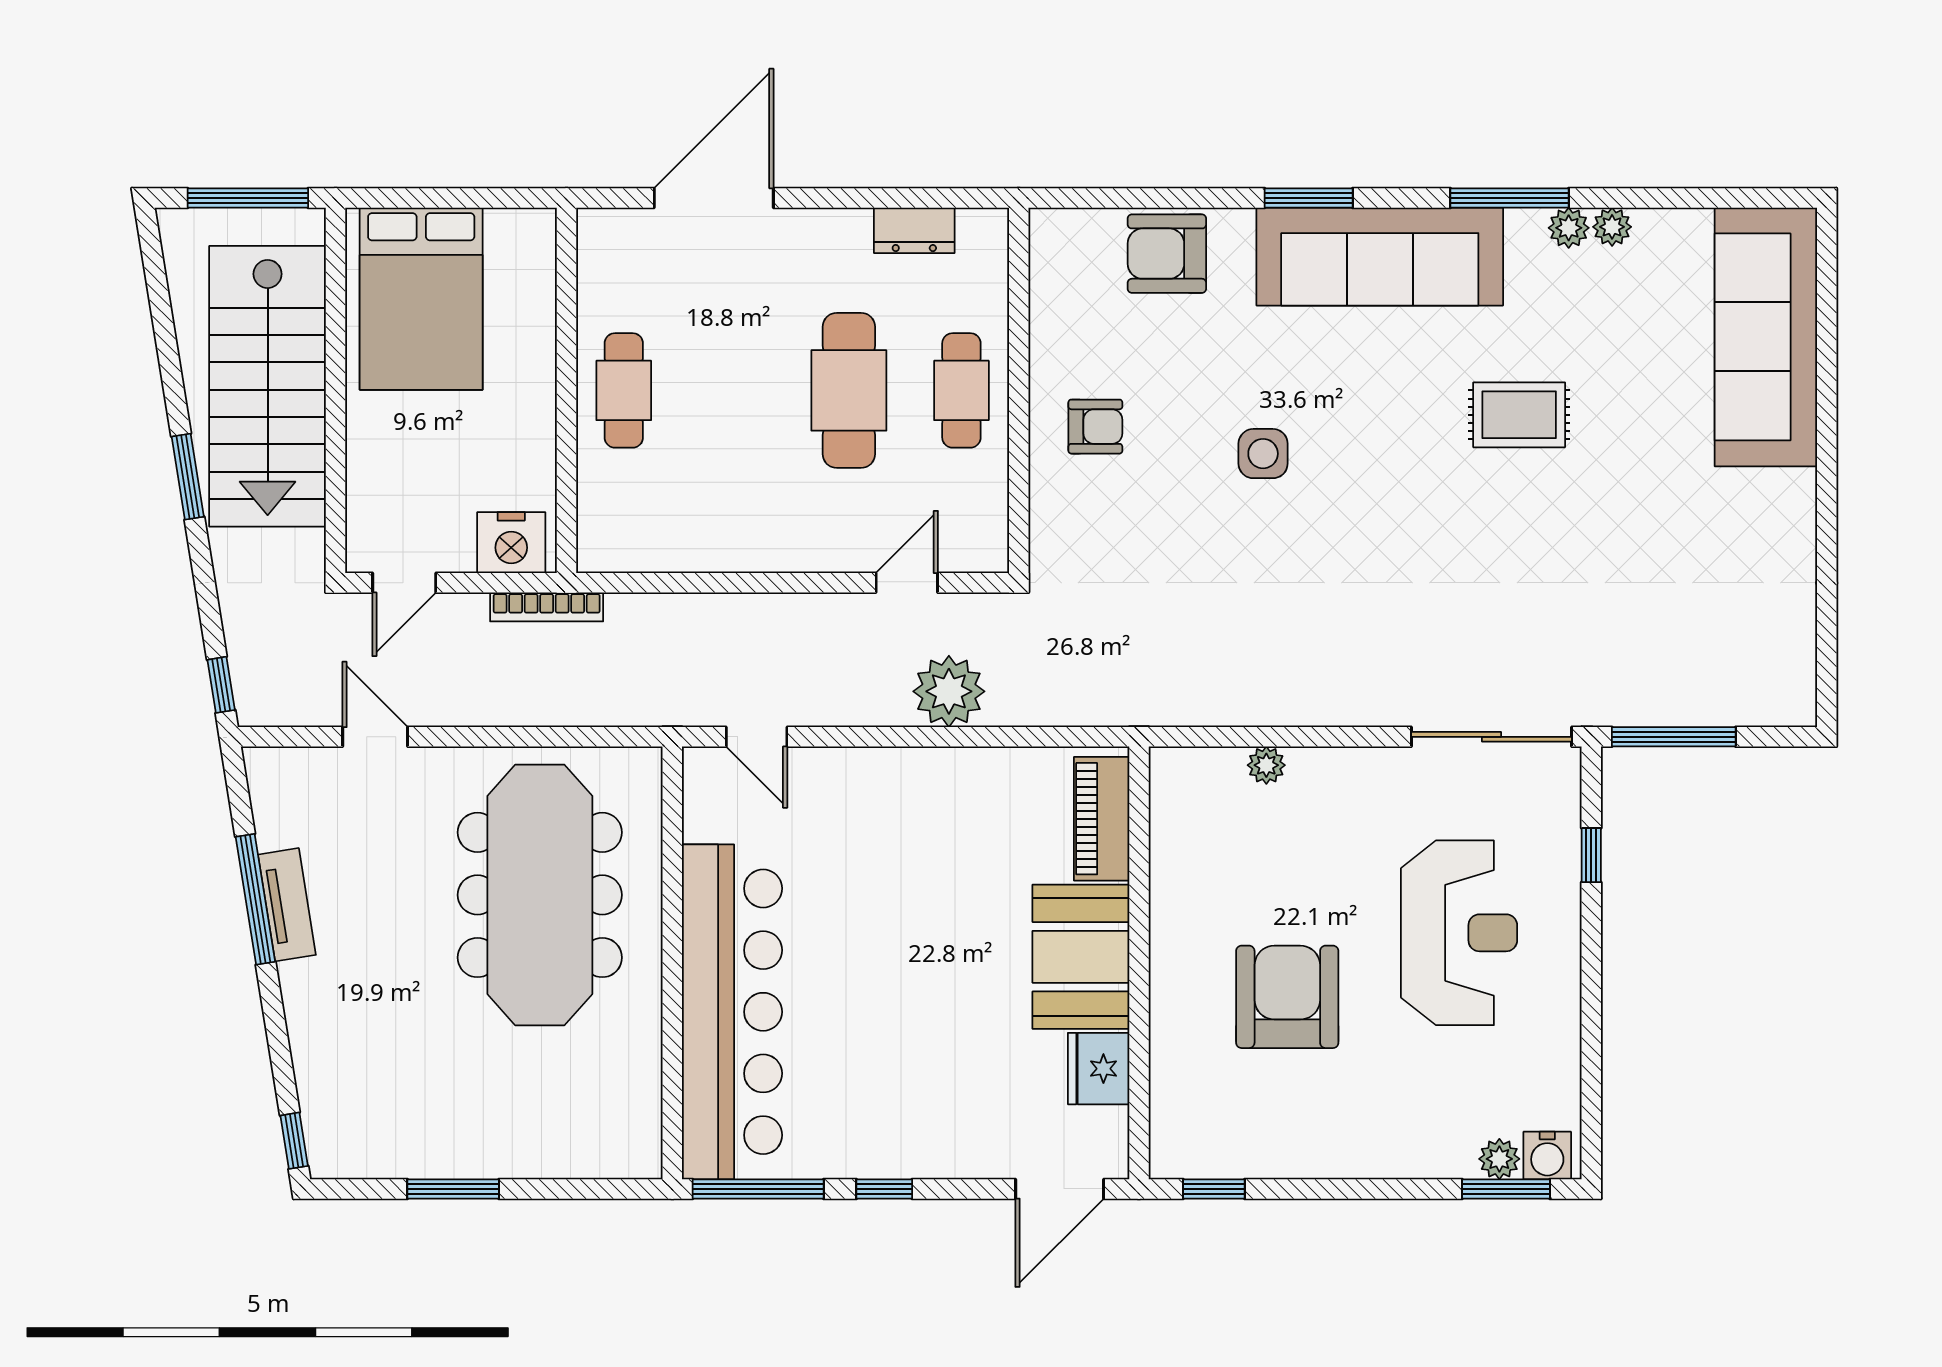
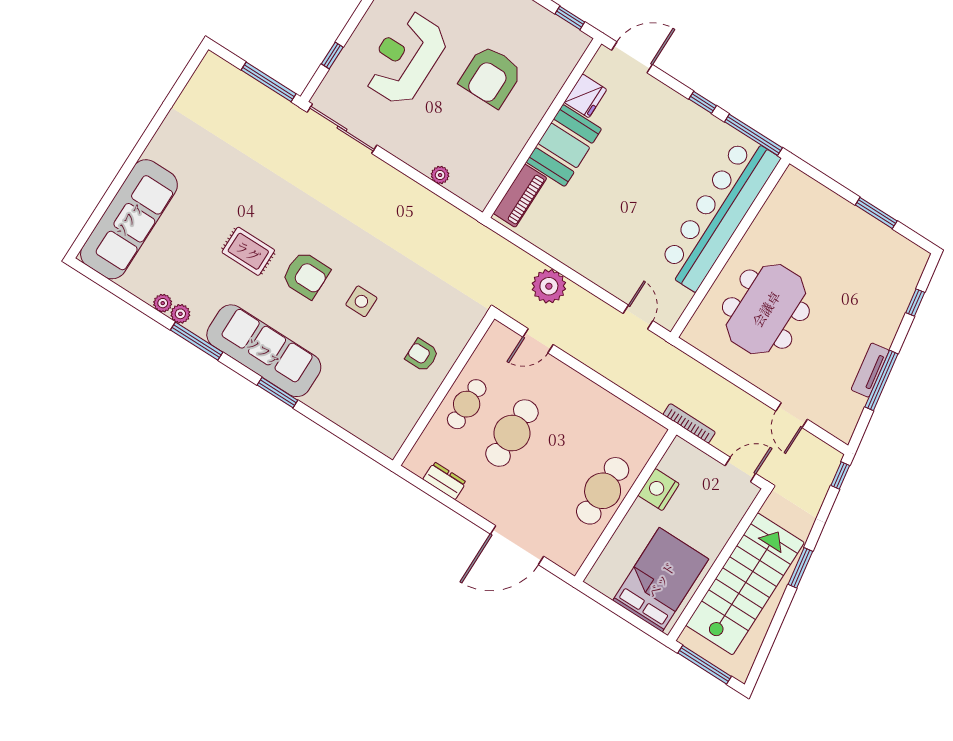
armchair: (1167, 254) -> (306, 275), moved
cafe table: (624, 390) -> (603, 491), width x1.37, depth x1.35
nightstand: (511, 543) -> (659, 490), moved, turned -90
meeting table: (540, 895) -> (766, 309), width x0.73
window: (294, 1141) -> (915, 302), moved

